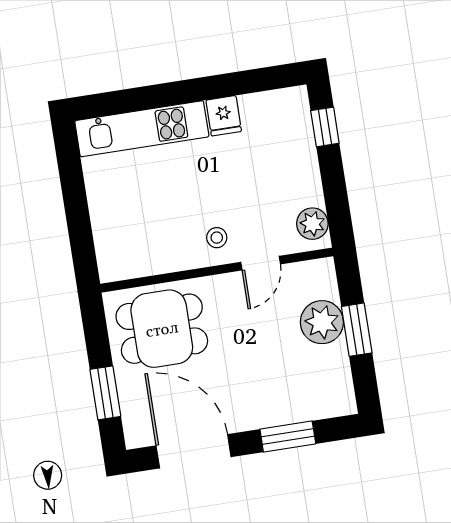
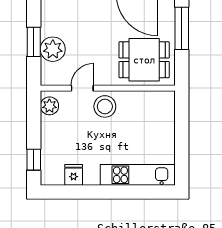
fridge: (224, 116) -> (74, 175), moved
stool: (217, 238) -> (105, 106), width x1.89, depth x1.89
window: (105, 393) -> (182, 28), width x1.44

